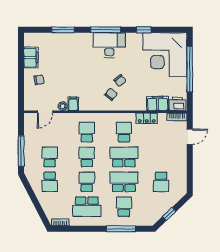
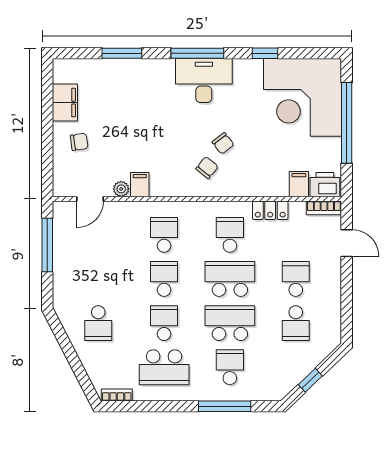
filing cabinet: (157, 103) -> (299, 184), width x0.50
door: (190, 137) -> (347, 243), hinge flipped
window: (21, 151) -> (47, 245), moved
school desk: (50, 157) -> (296, 279), moved

